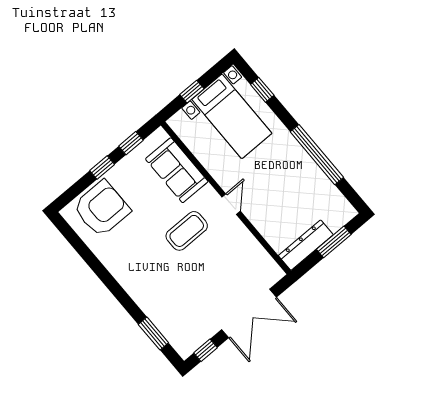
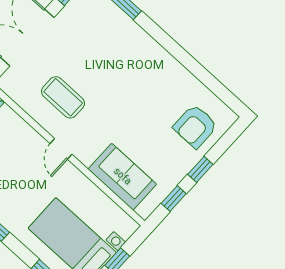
armchair: (102, 209) -> (195, 126), width x0.73, depth x0.73
coffee table: (187, 231) -> (63, 97), moved, turned 90

